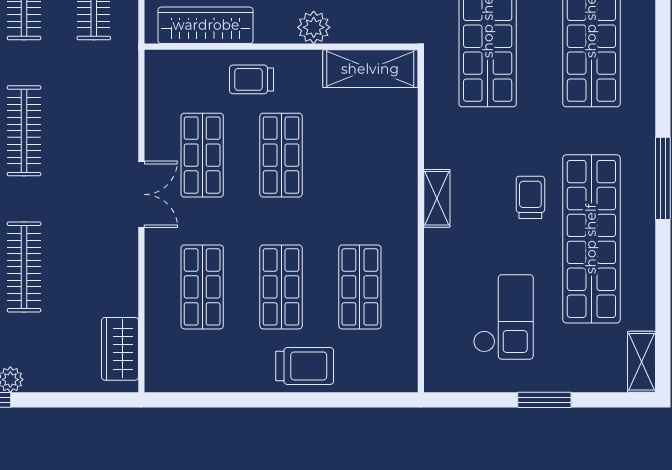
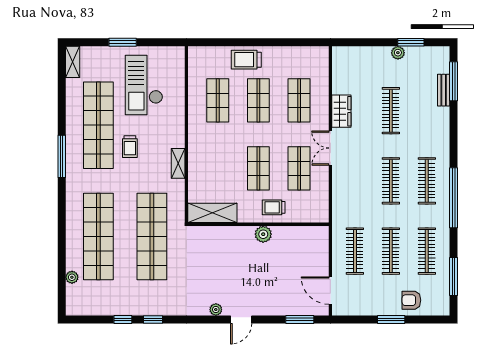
wardrobe: (206, 25) -> (297, 235), removed
plant: (314, 27) -> (263, 234), moved
trolley: (252, 79) -> (274, 207), turned 180
shelving: (437, 198) -> (178, 163), moved
checkout: (503, 317) -> (144, 85), width x1.36, depth x1.21
wardrobe: (120, 349) -> (341, 111), moved

